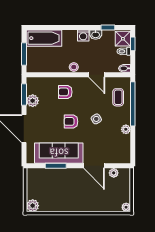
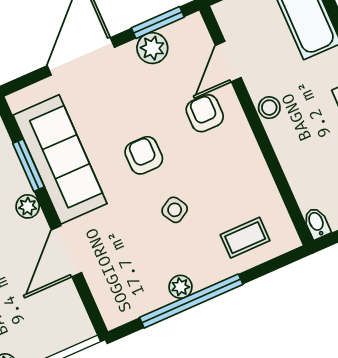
door: (97, 75) -> (228, 62), moved
window: (133, 104) -> (191, 301), moved
plant: (114, 173) -> (28, 206), moved

